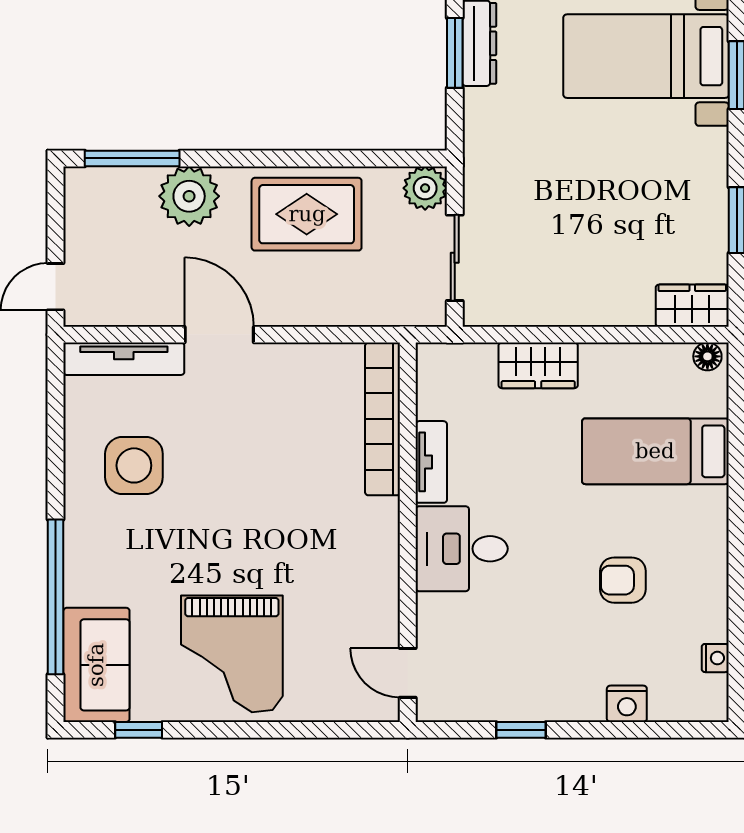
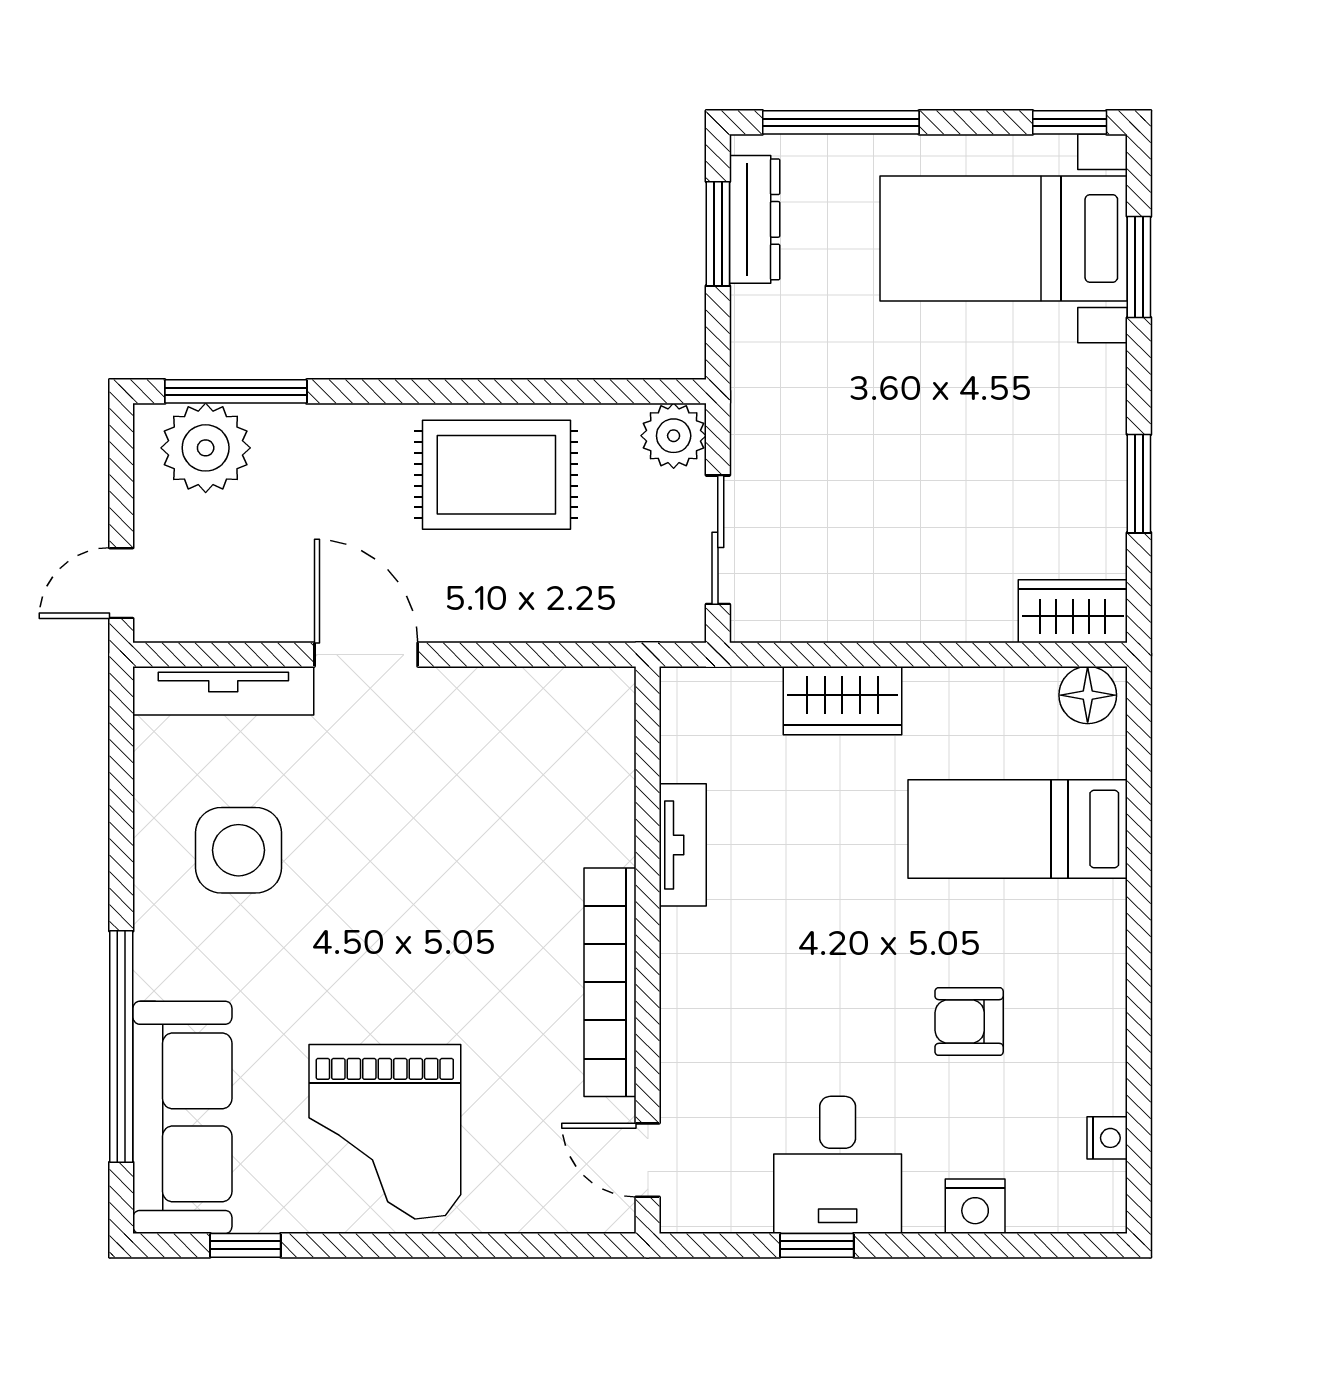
plant: (189, 196) -> (206, 448), moved
floor lamp: (707, 356) -> (1088, 695), width x1.37, depth x1.37
bookcase: (383, 419) -> (610, 982), moved
desk: (462, 549) -> (838, 1165), moved, turned -90
sofa: (96, 665) -> (182, 1117), width x1.36

